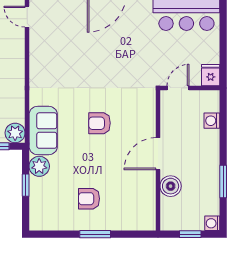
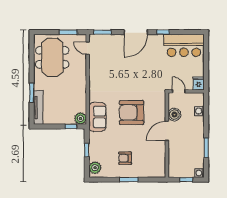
door: (178, 88) -> (179, 91), hinge flipped
armchair: (100, 123) -> (131, 113), width x1.88, depth x1.88
plant: (39, 166) -> (95, 168), moved
boiler: (171, 186) -> (174, 115), moved

